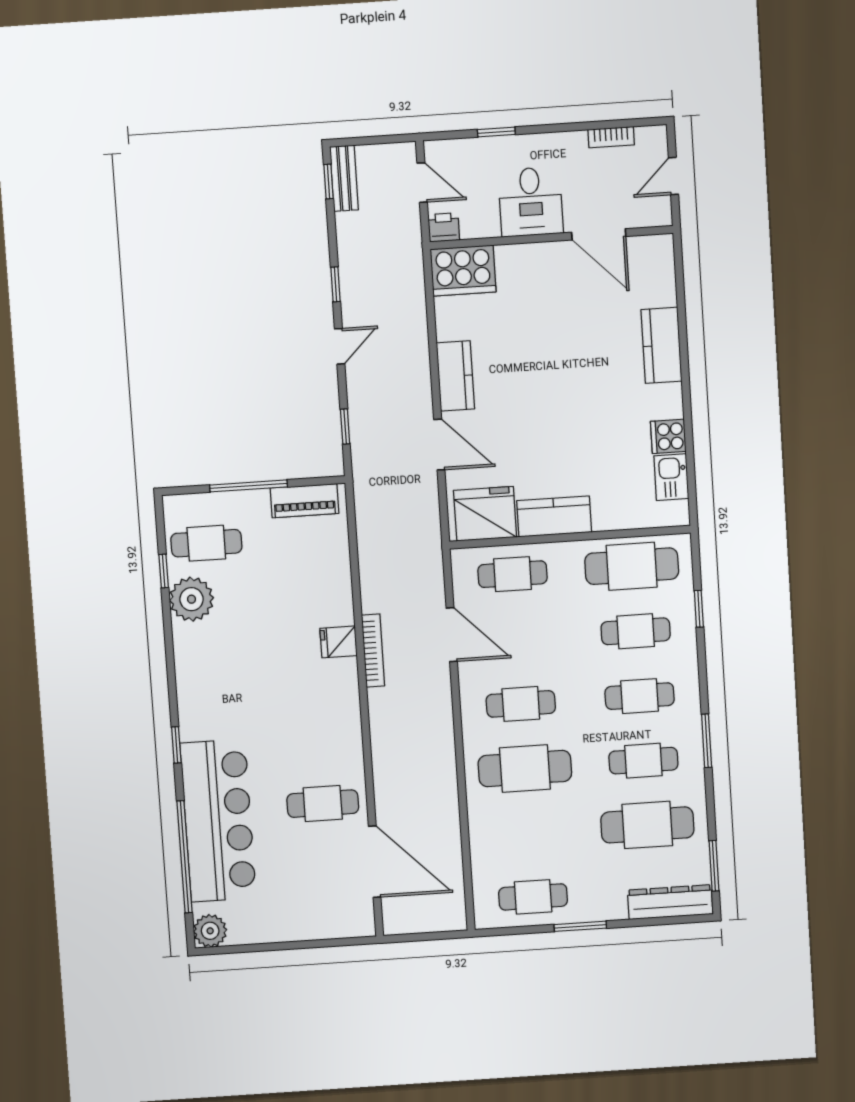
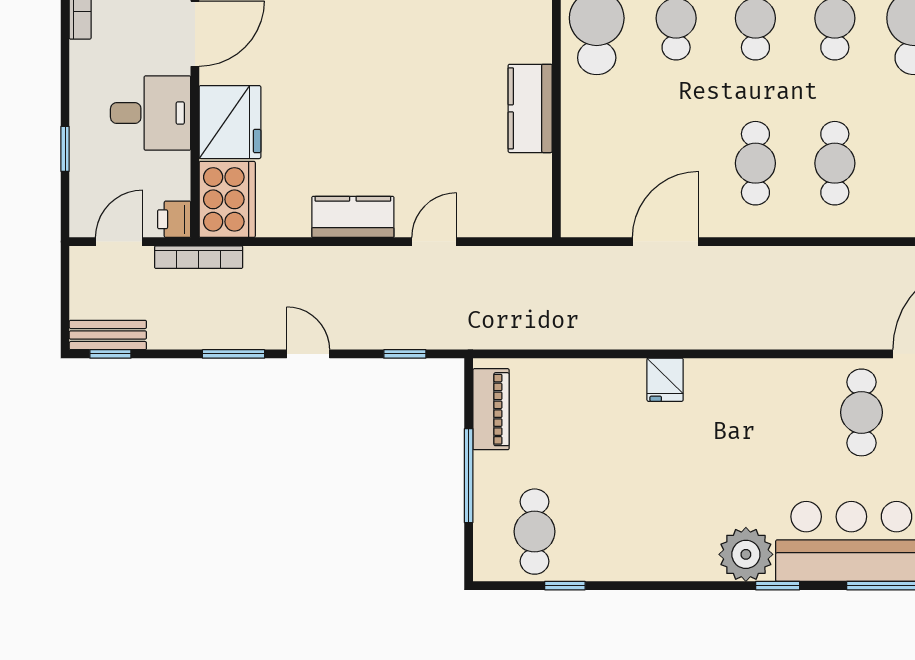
window: (335, 284) -> (234, 354), width x1.50
door: (439, 445) -> (434, 242), width x0.73
fridge: (485, 514) -> (230, 122), moved, turned 180
cafe table: (512, 574) -> (597, 163), removed
plant: (191, 599) -> (746, 554), moved
bookcase: (373, 651) -> (199, 257), moved, turned 180
cafe table: (525, 768) -> (835, 163), width x0.73, depth x0.74

